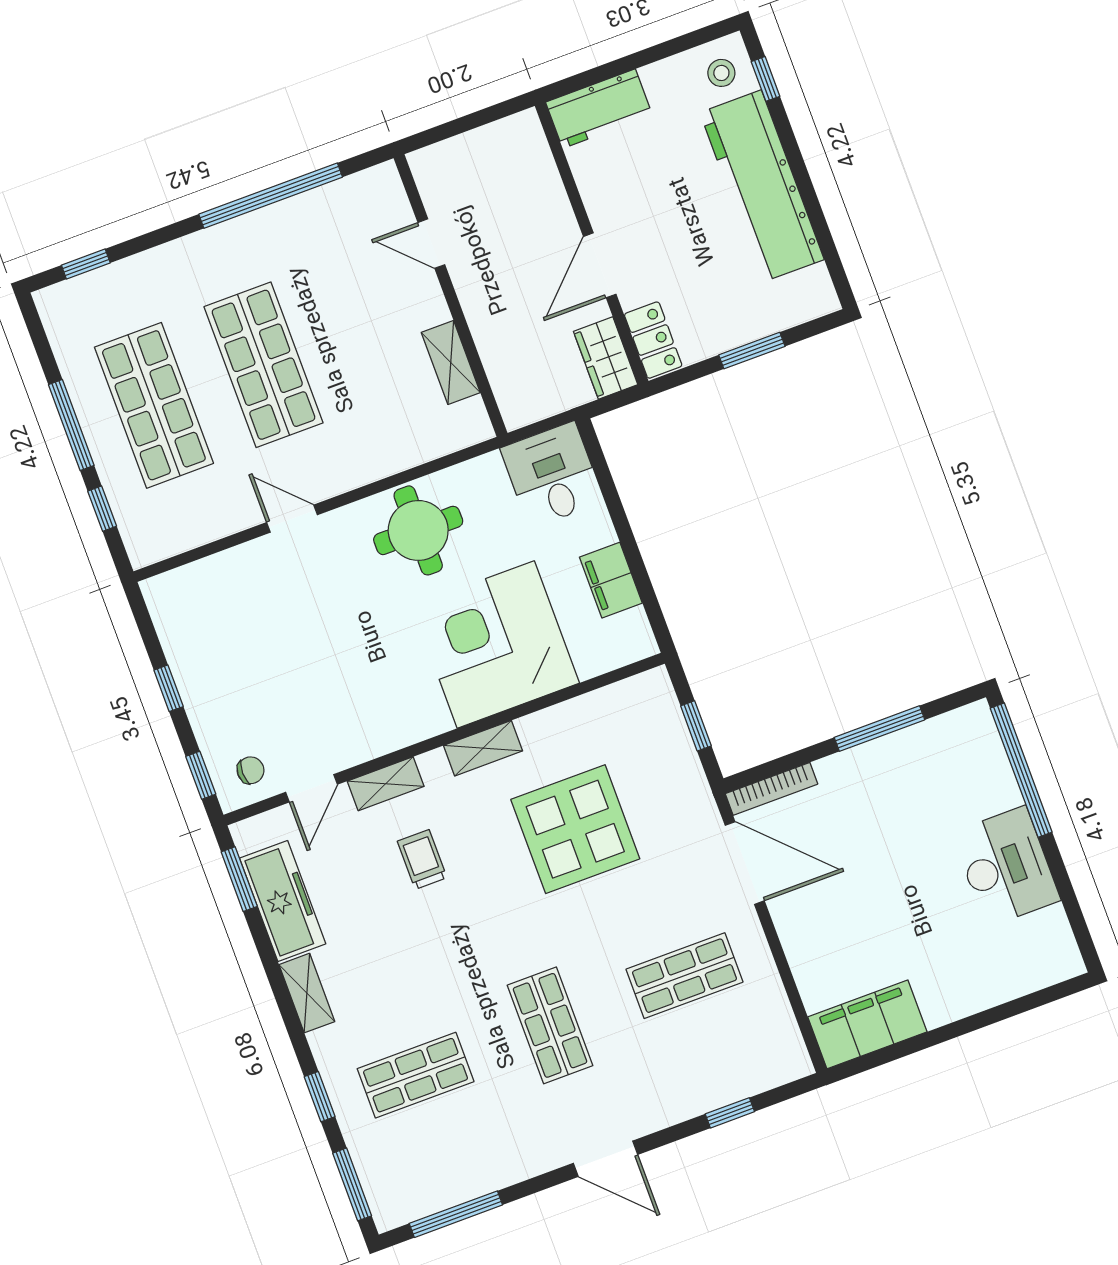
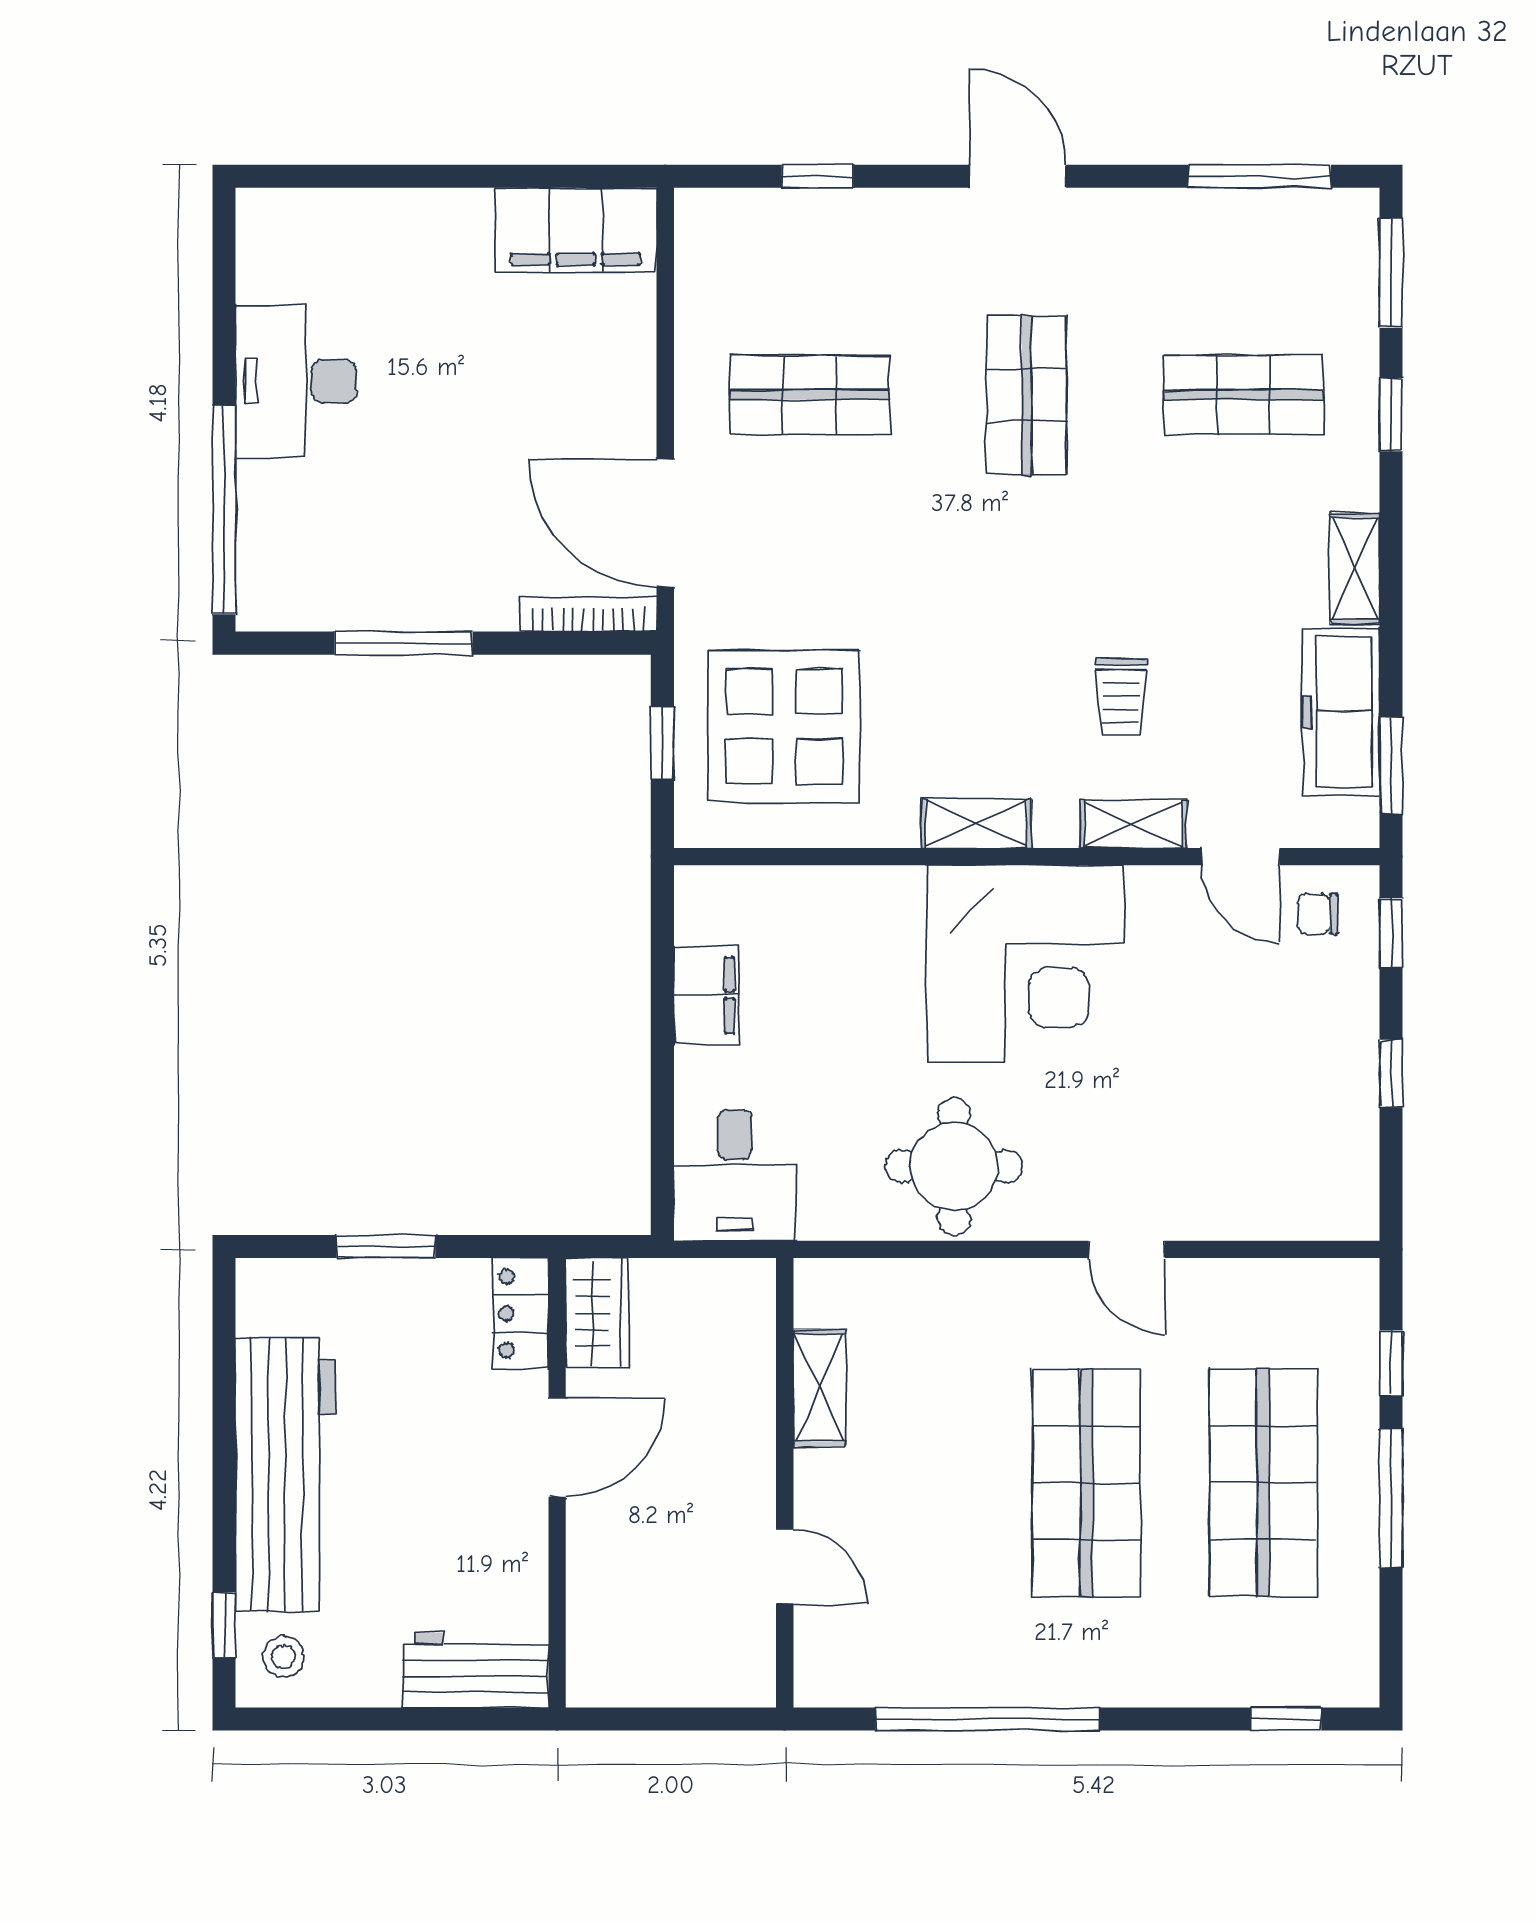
corner desk: (496, 644) -> (1025, 964), moved
door: (312, 788) -> (1241, 857), swing flipped
display table: (575, 829) -> (784, 726), moved

